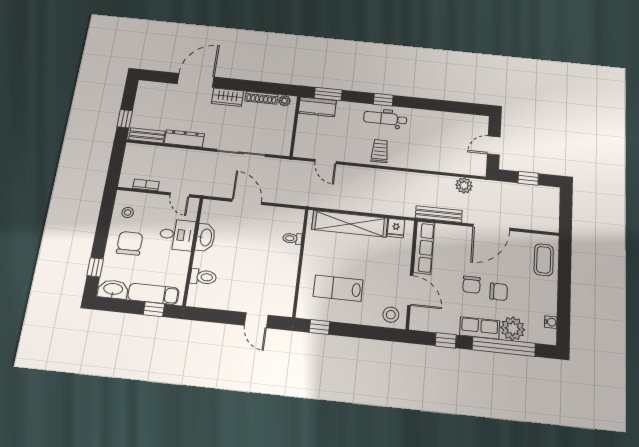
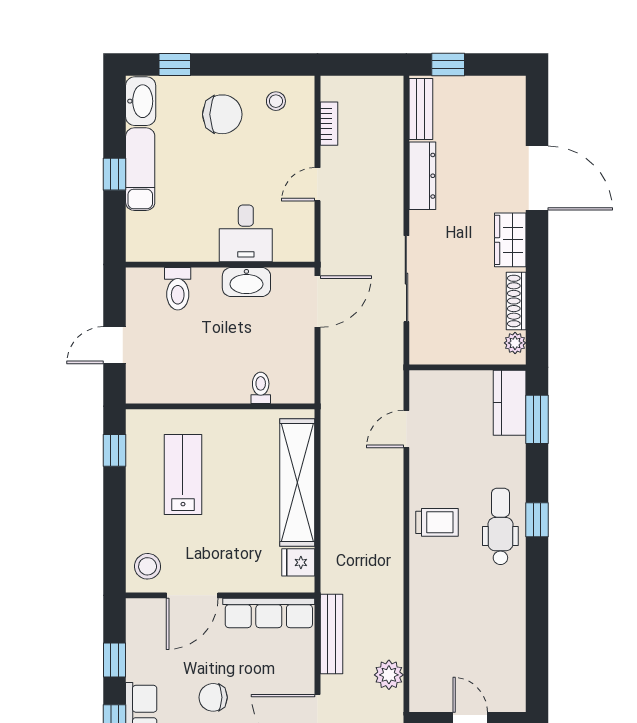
desk: (177, 235) -> (246, 233), moved
washbasin: (205, 237) -> (246, 282), moved
wall: (193, 251) -> (220, 265), moved
toilet: (203, 277) -> (178, 289), moved

